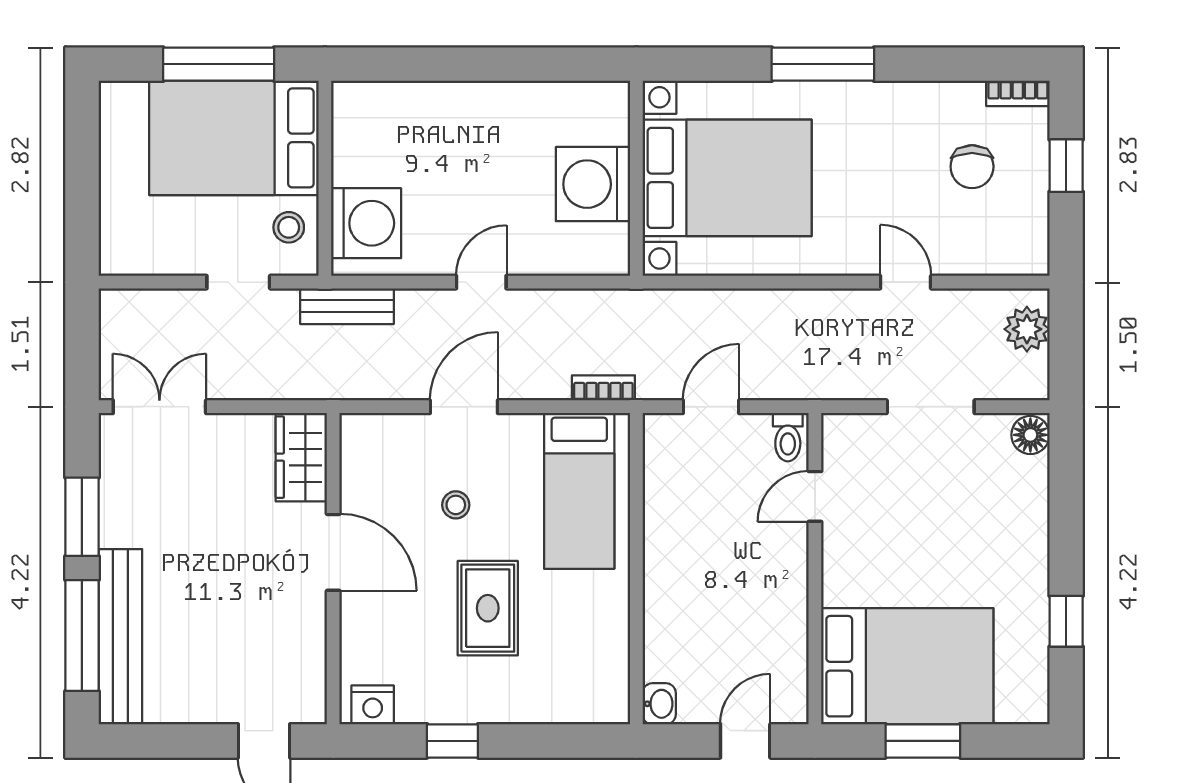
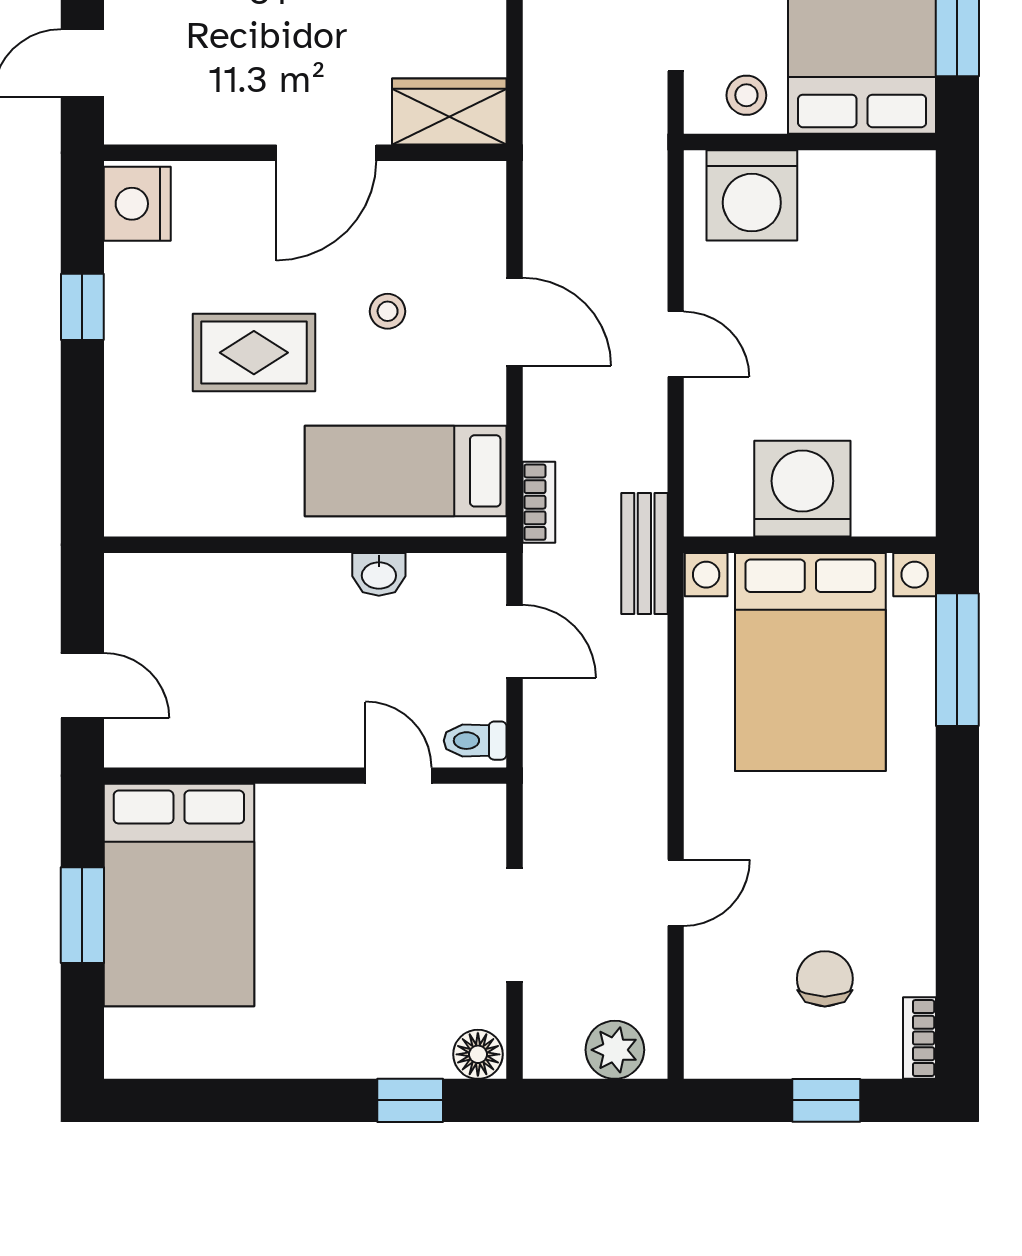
window: (823, 64) -> (957, 660), moved
chair: (972, 167) -> (825, 979), turned 90
bench: (347, 306) -> (644, 554), moved
window: (1066, 621) -> (410, 1100), moved
washbasin: (659, 704) -> (379, 574), moved
nightstand: (373, 705) -> (137, 204), width x1.36, depth x1.33

